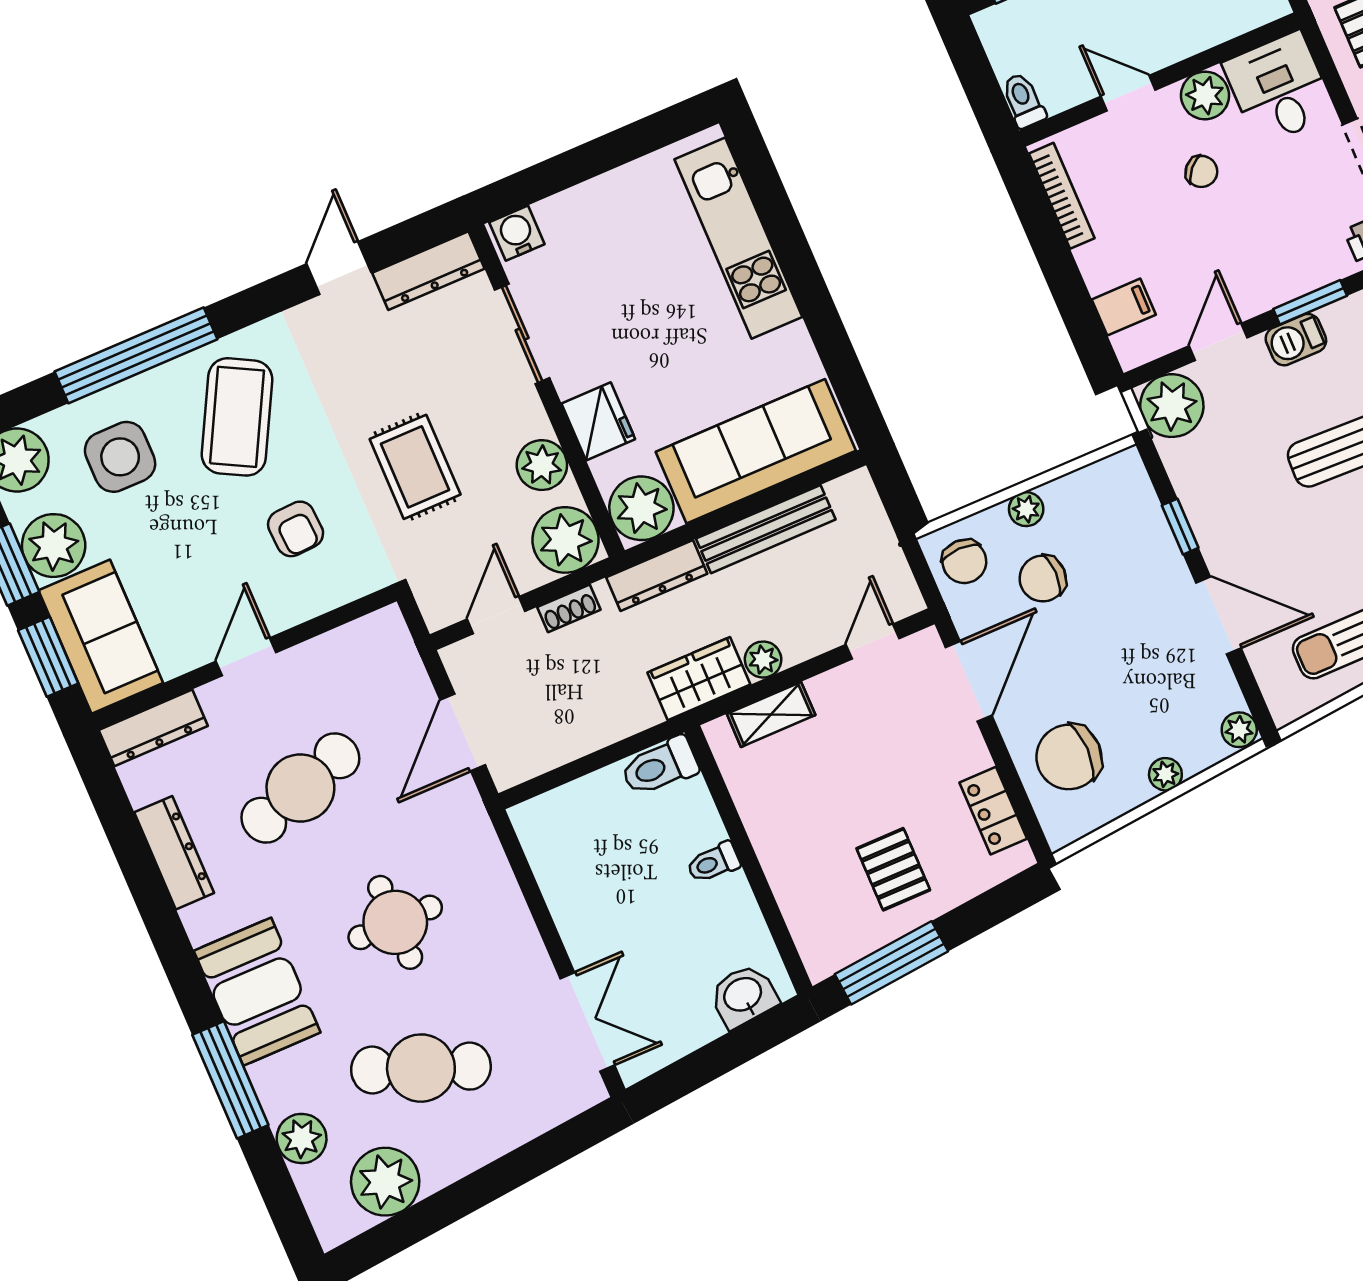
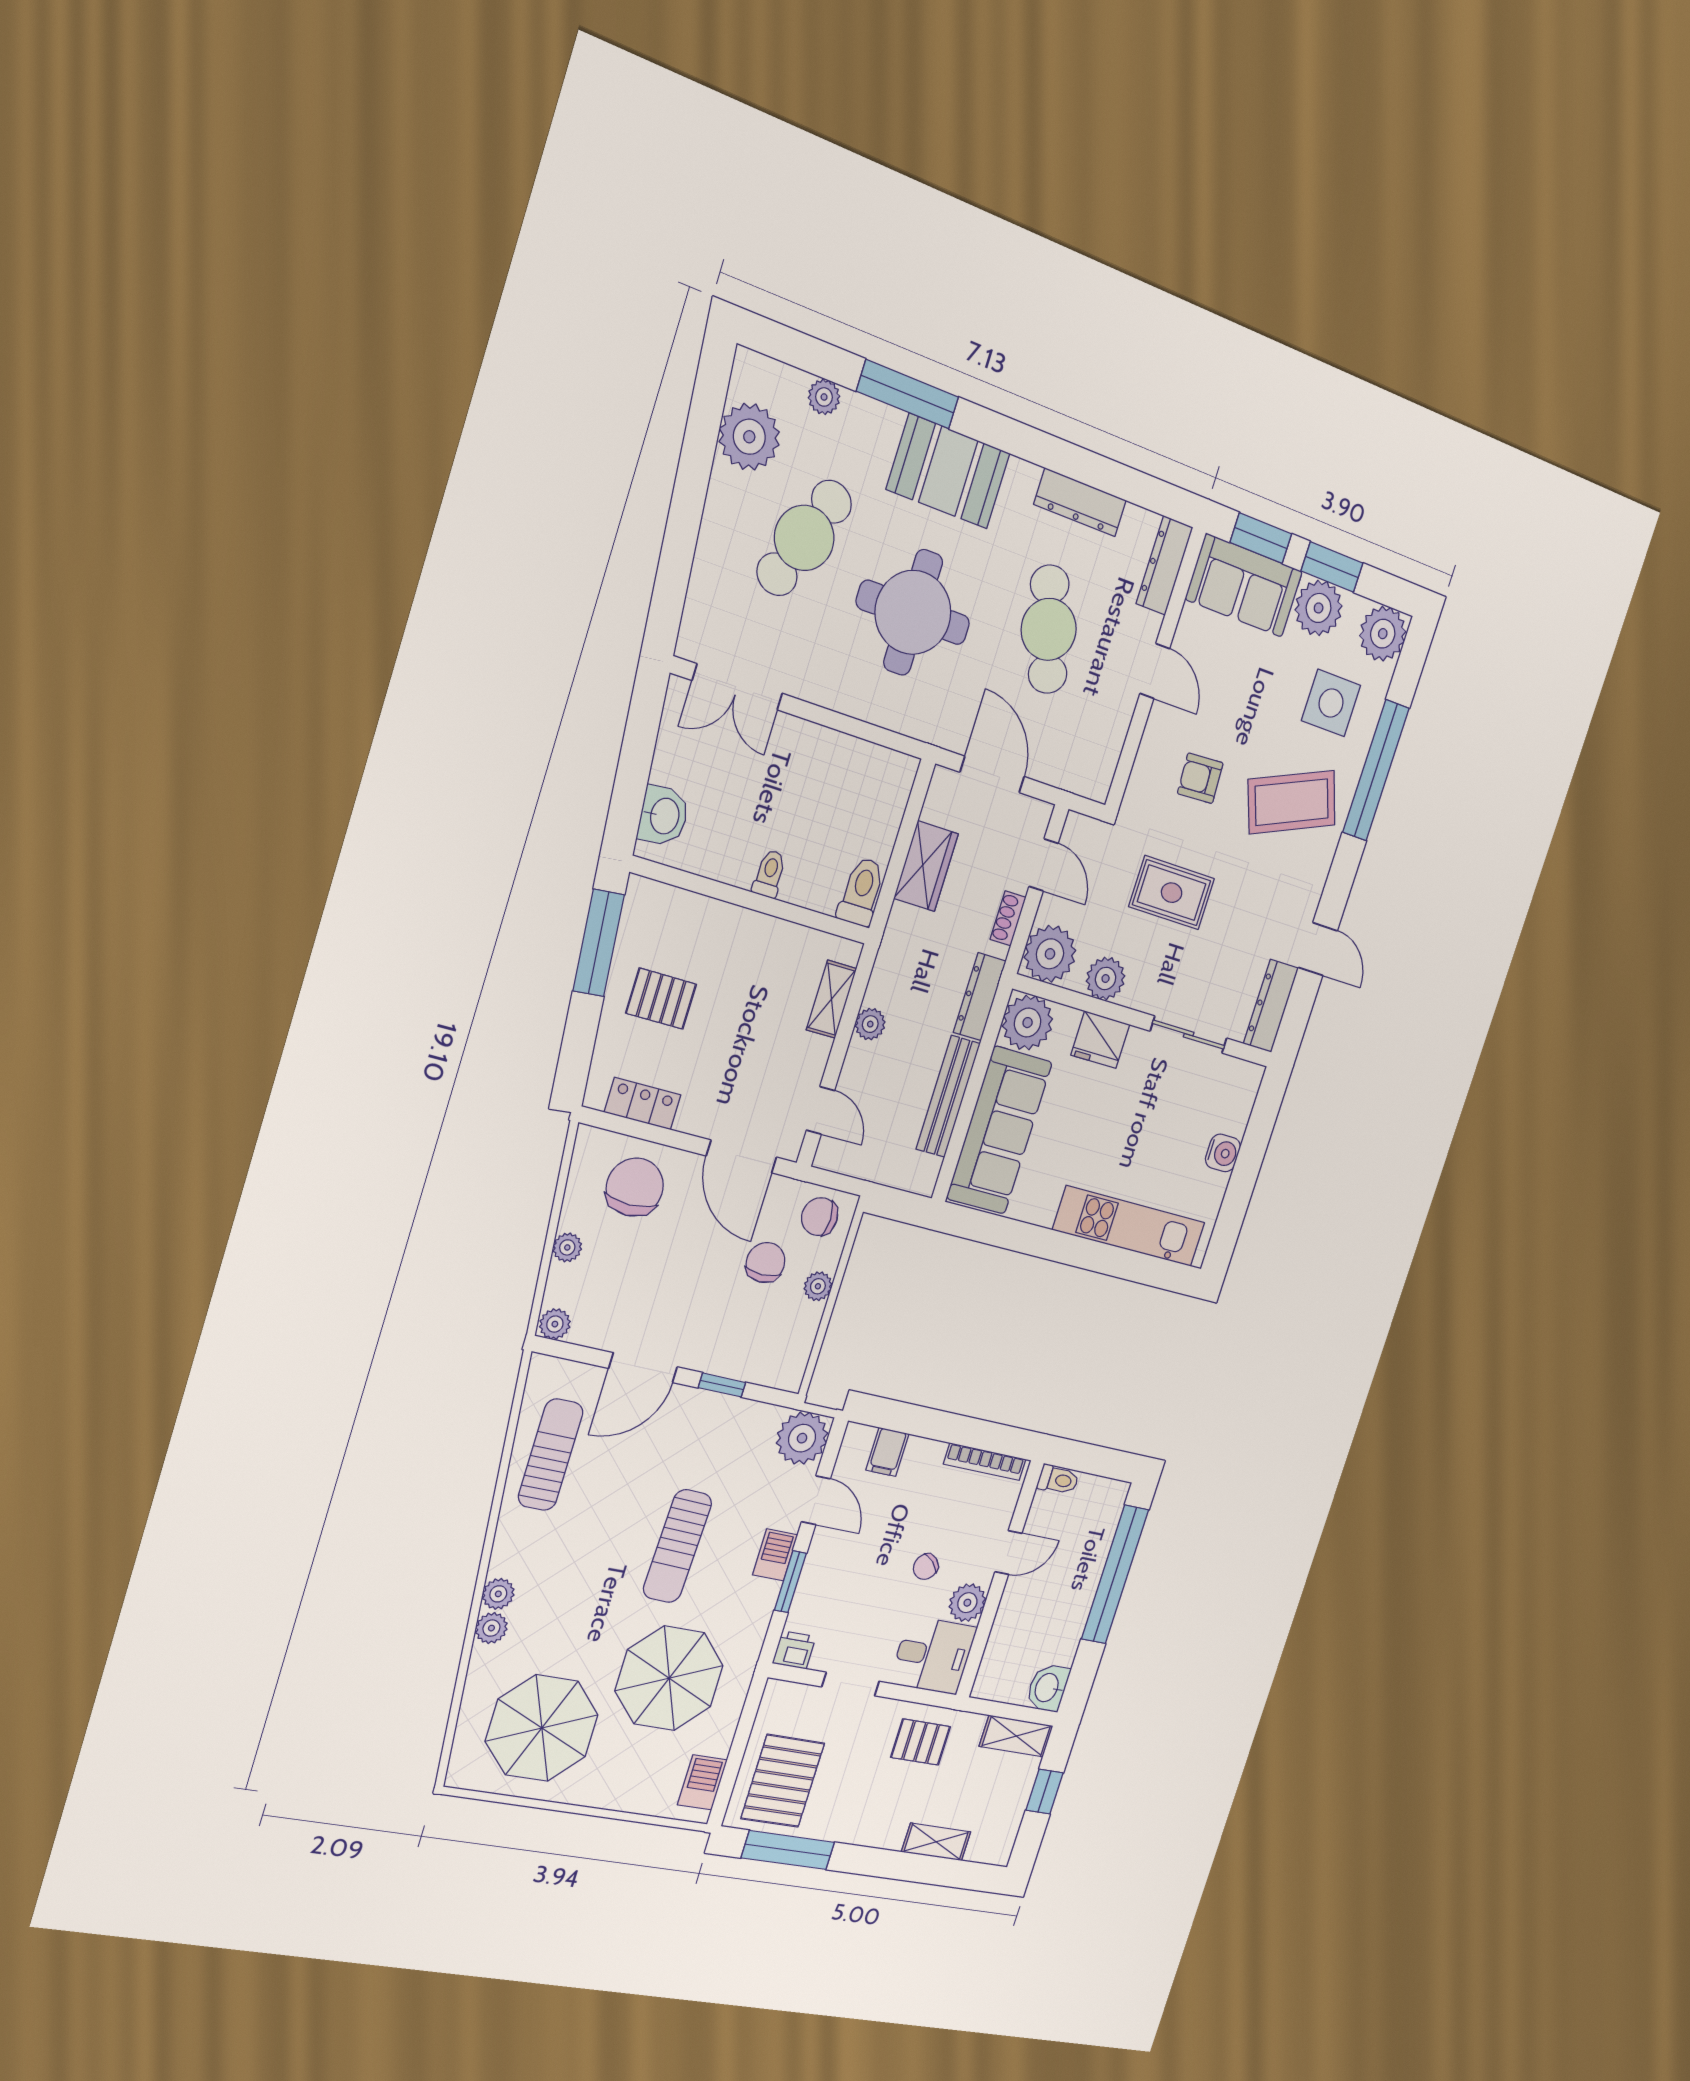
water cooler: (517, 233) -> (1223, 1153), moved
coffee table: (237, 417) -> (1292, 802), turned -50
wardrobe: (699, 679) -> (926, 866), moved
round table: (395, 922) -> (913, 612), width x1.36, depth x1.36
plant: (302, 1139) -> (824, 397), width x0.73, depth x0.73

